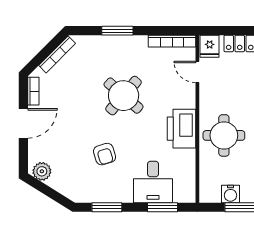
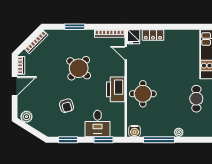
water cooler: (230, 194) -> (134, 131), moved

